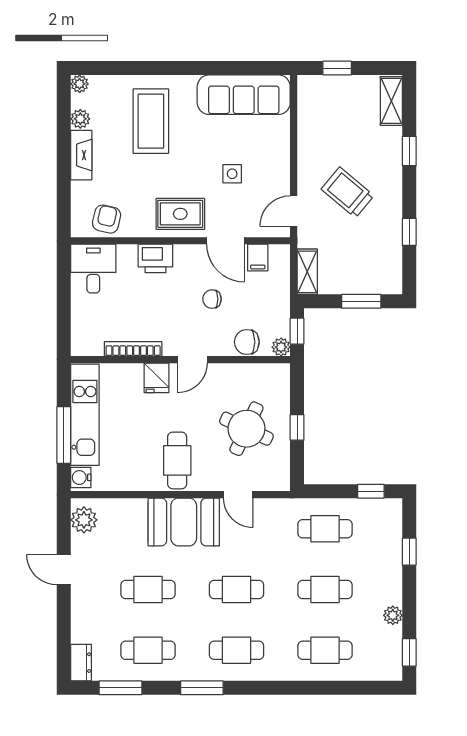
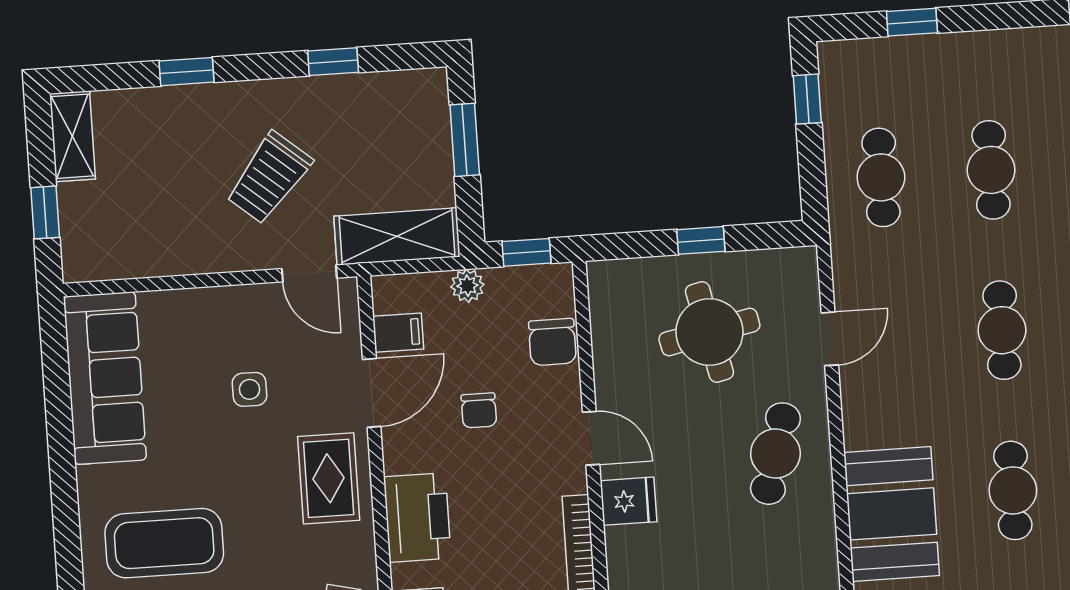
shelving: (391, 101) -> (72, 136), moved, turned 90
printer: (155, 258) -> (417, 518), width x1.37, depth x1.19
shelving: (307, 272) -> (397, 236), width x1.50, depth x1.33
plant: (281, 347) -> (467, 286), moved
round table: (246, 429) -> (709, 332), turned -37
cafe table: (177, 460) -> (775, 454), turned -74
booth: (184, 522) -> (892, 514), moved
plant: (393, 615) -> (1029, 44), removed

